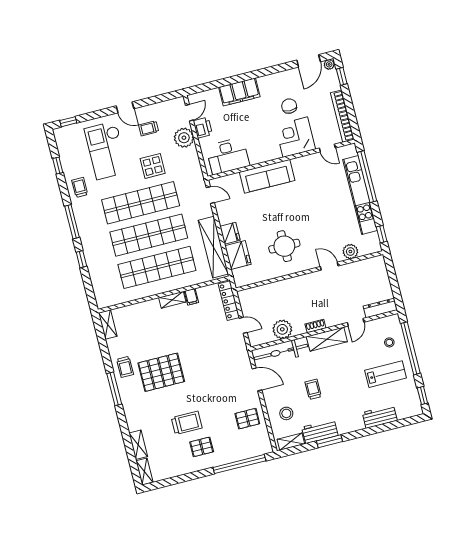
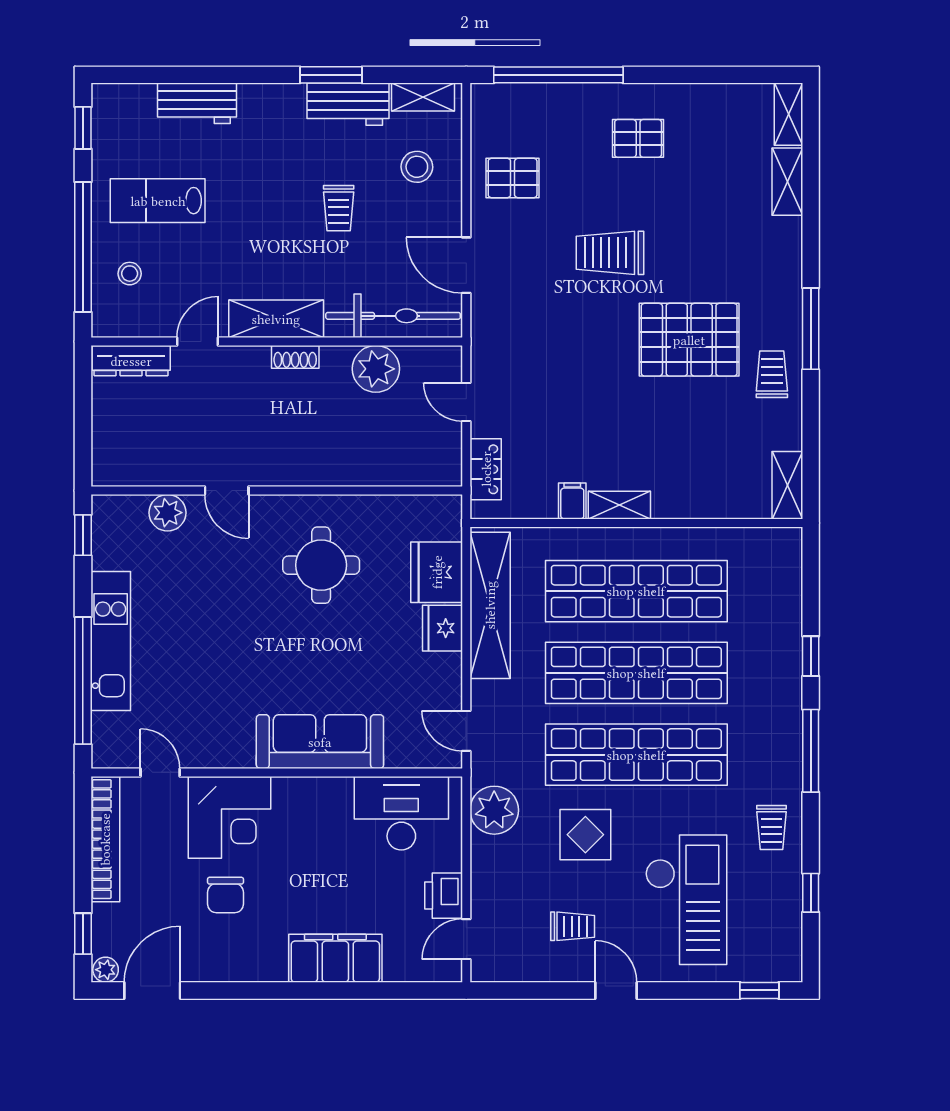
plant: (184, 138) -> (494, 810), moved
kitchen unit: (360, 195) -> (111, 641), width x0.73
locker: (229, 301) -> (486, 469), width x0.66
trolley: (187, 423) -> (610, 253), moved

